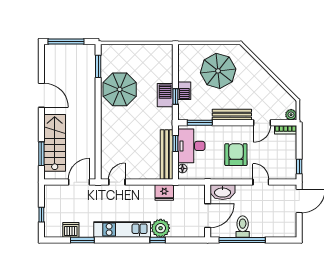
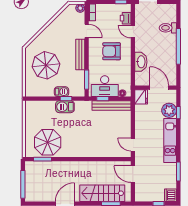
parasol: (120, 89) -> (48, 142), moved
printer: (278, 173) -> (126, 18), added
door: (261, 182) -> (133, 32), hinge flipped
fridge: (164, 193) -> (141, 97), moved
wall: (208, 211) -> (156, 88), moved
door: (208, 216) -> (159, 88), moved
toilet: (243, 227) -> (168, 28), moved
dishwasher: (71, 230) -> (170, 195), moved

